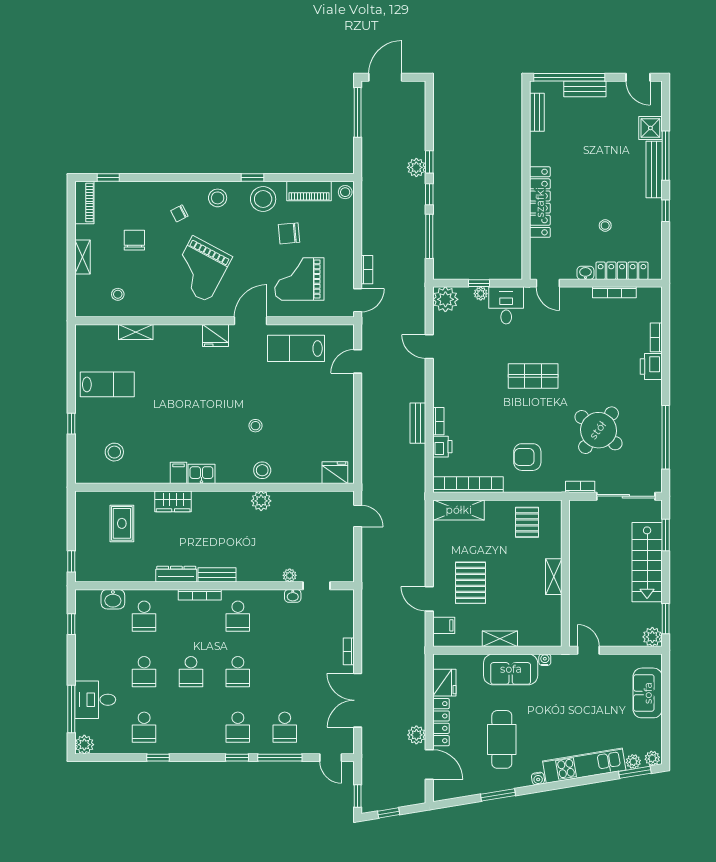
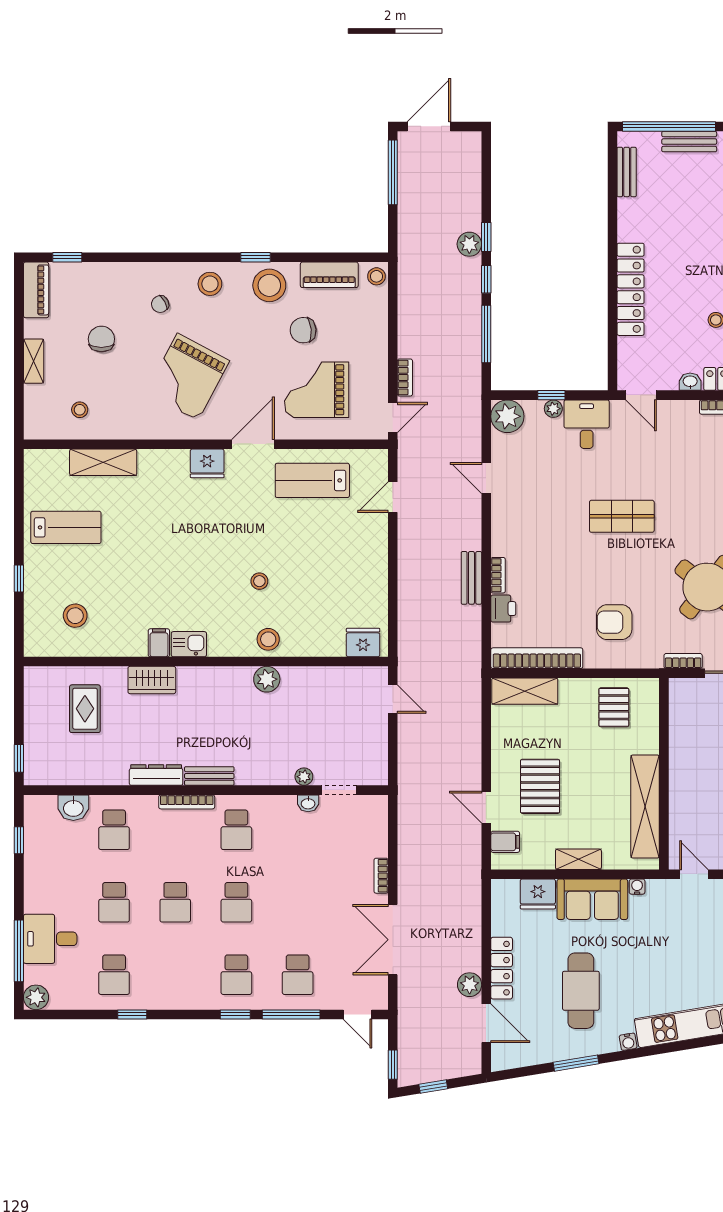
shelving: (136, 332) -> (103, 462), width x1.50, depth x1.33
shelving: (554, 577) -> (645, 806), width x2.20, depth x1.33
fridge: (444, 683) -> (538, 894), moved, turned 90

